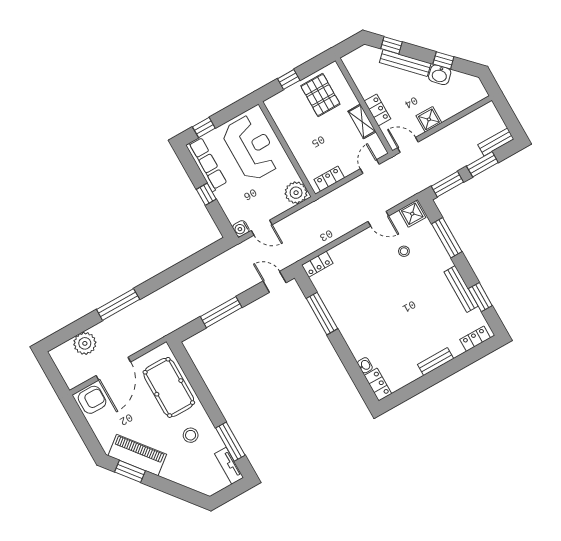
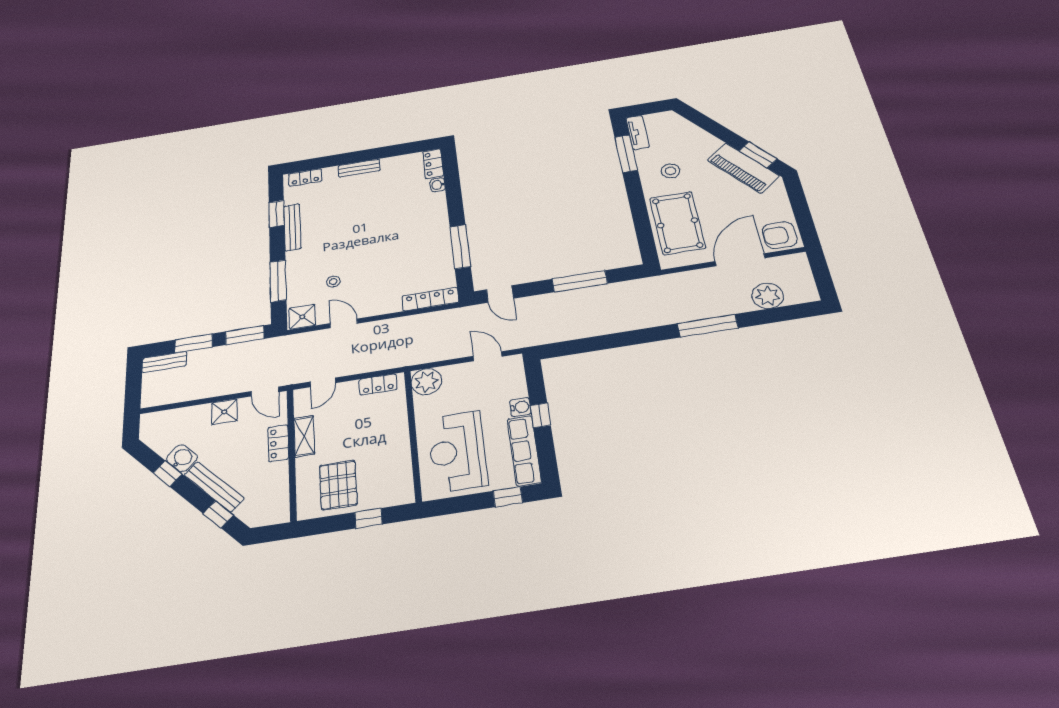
water cooler: (241, 229) -> (520, 407), moved
locker: (317, 264) -> (430, 299), width x1.53

